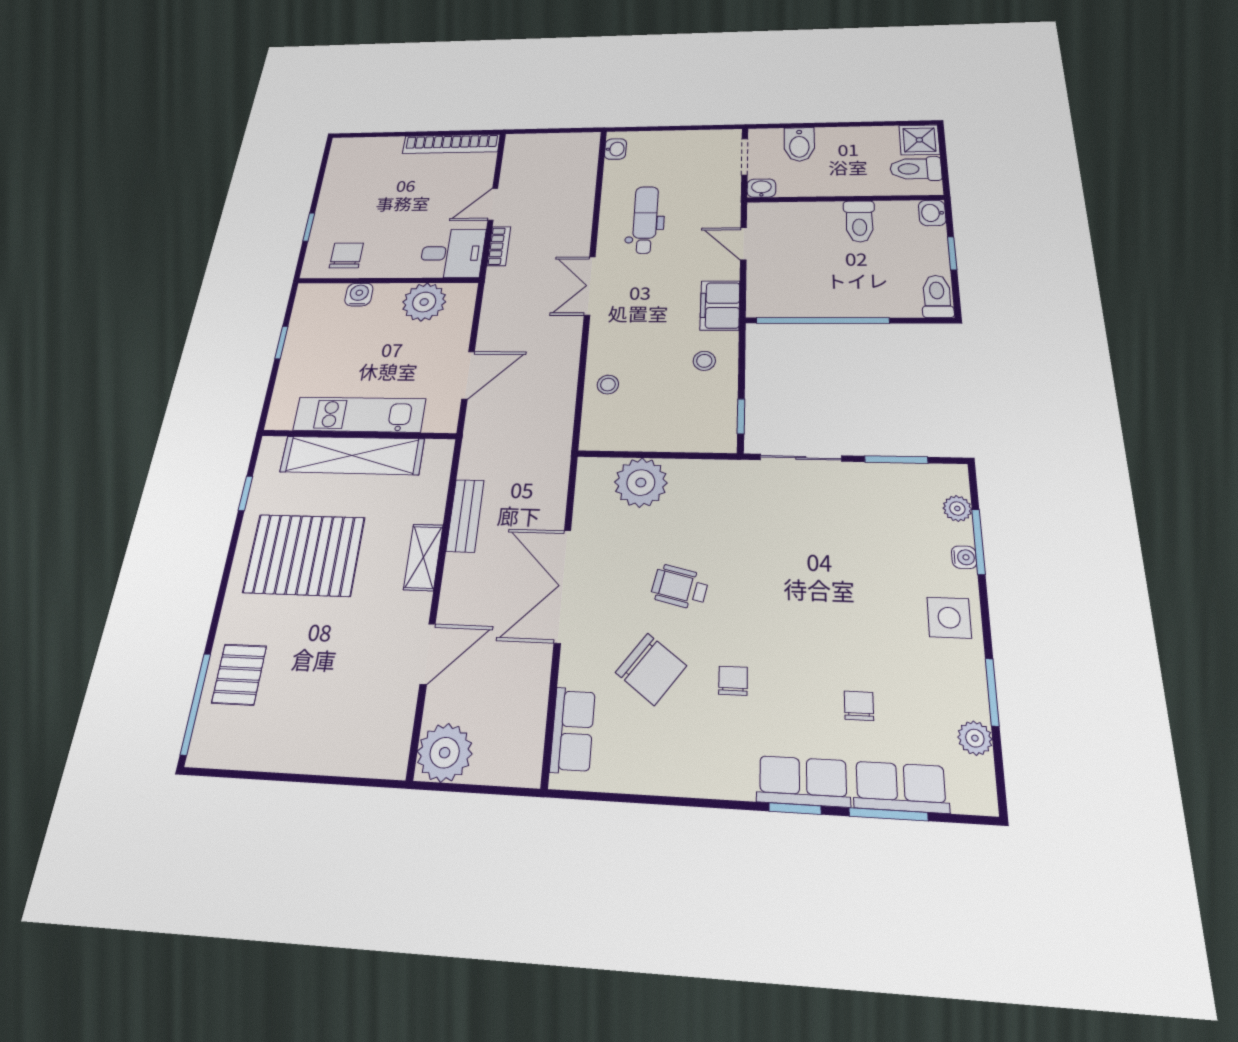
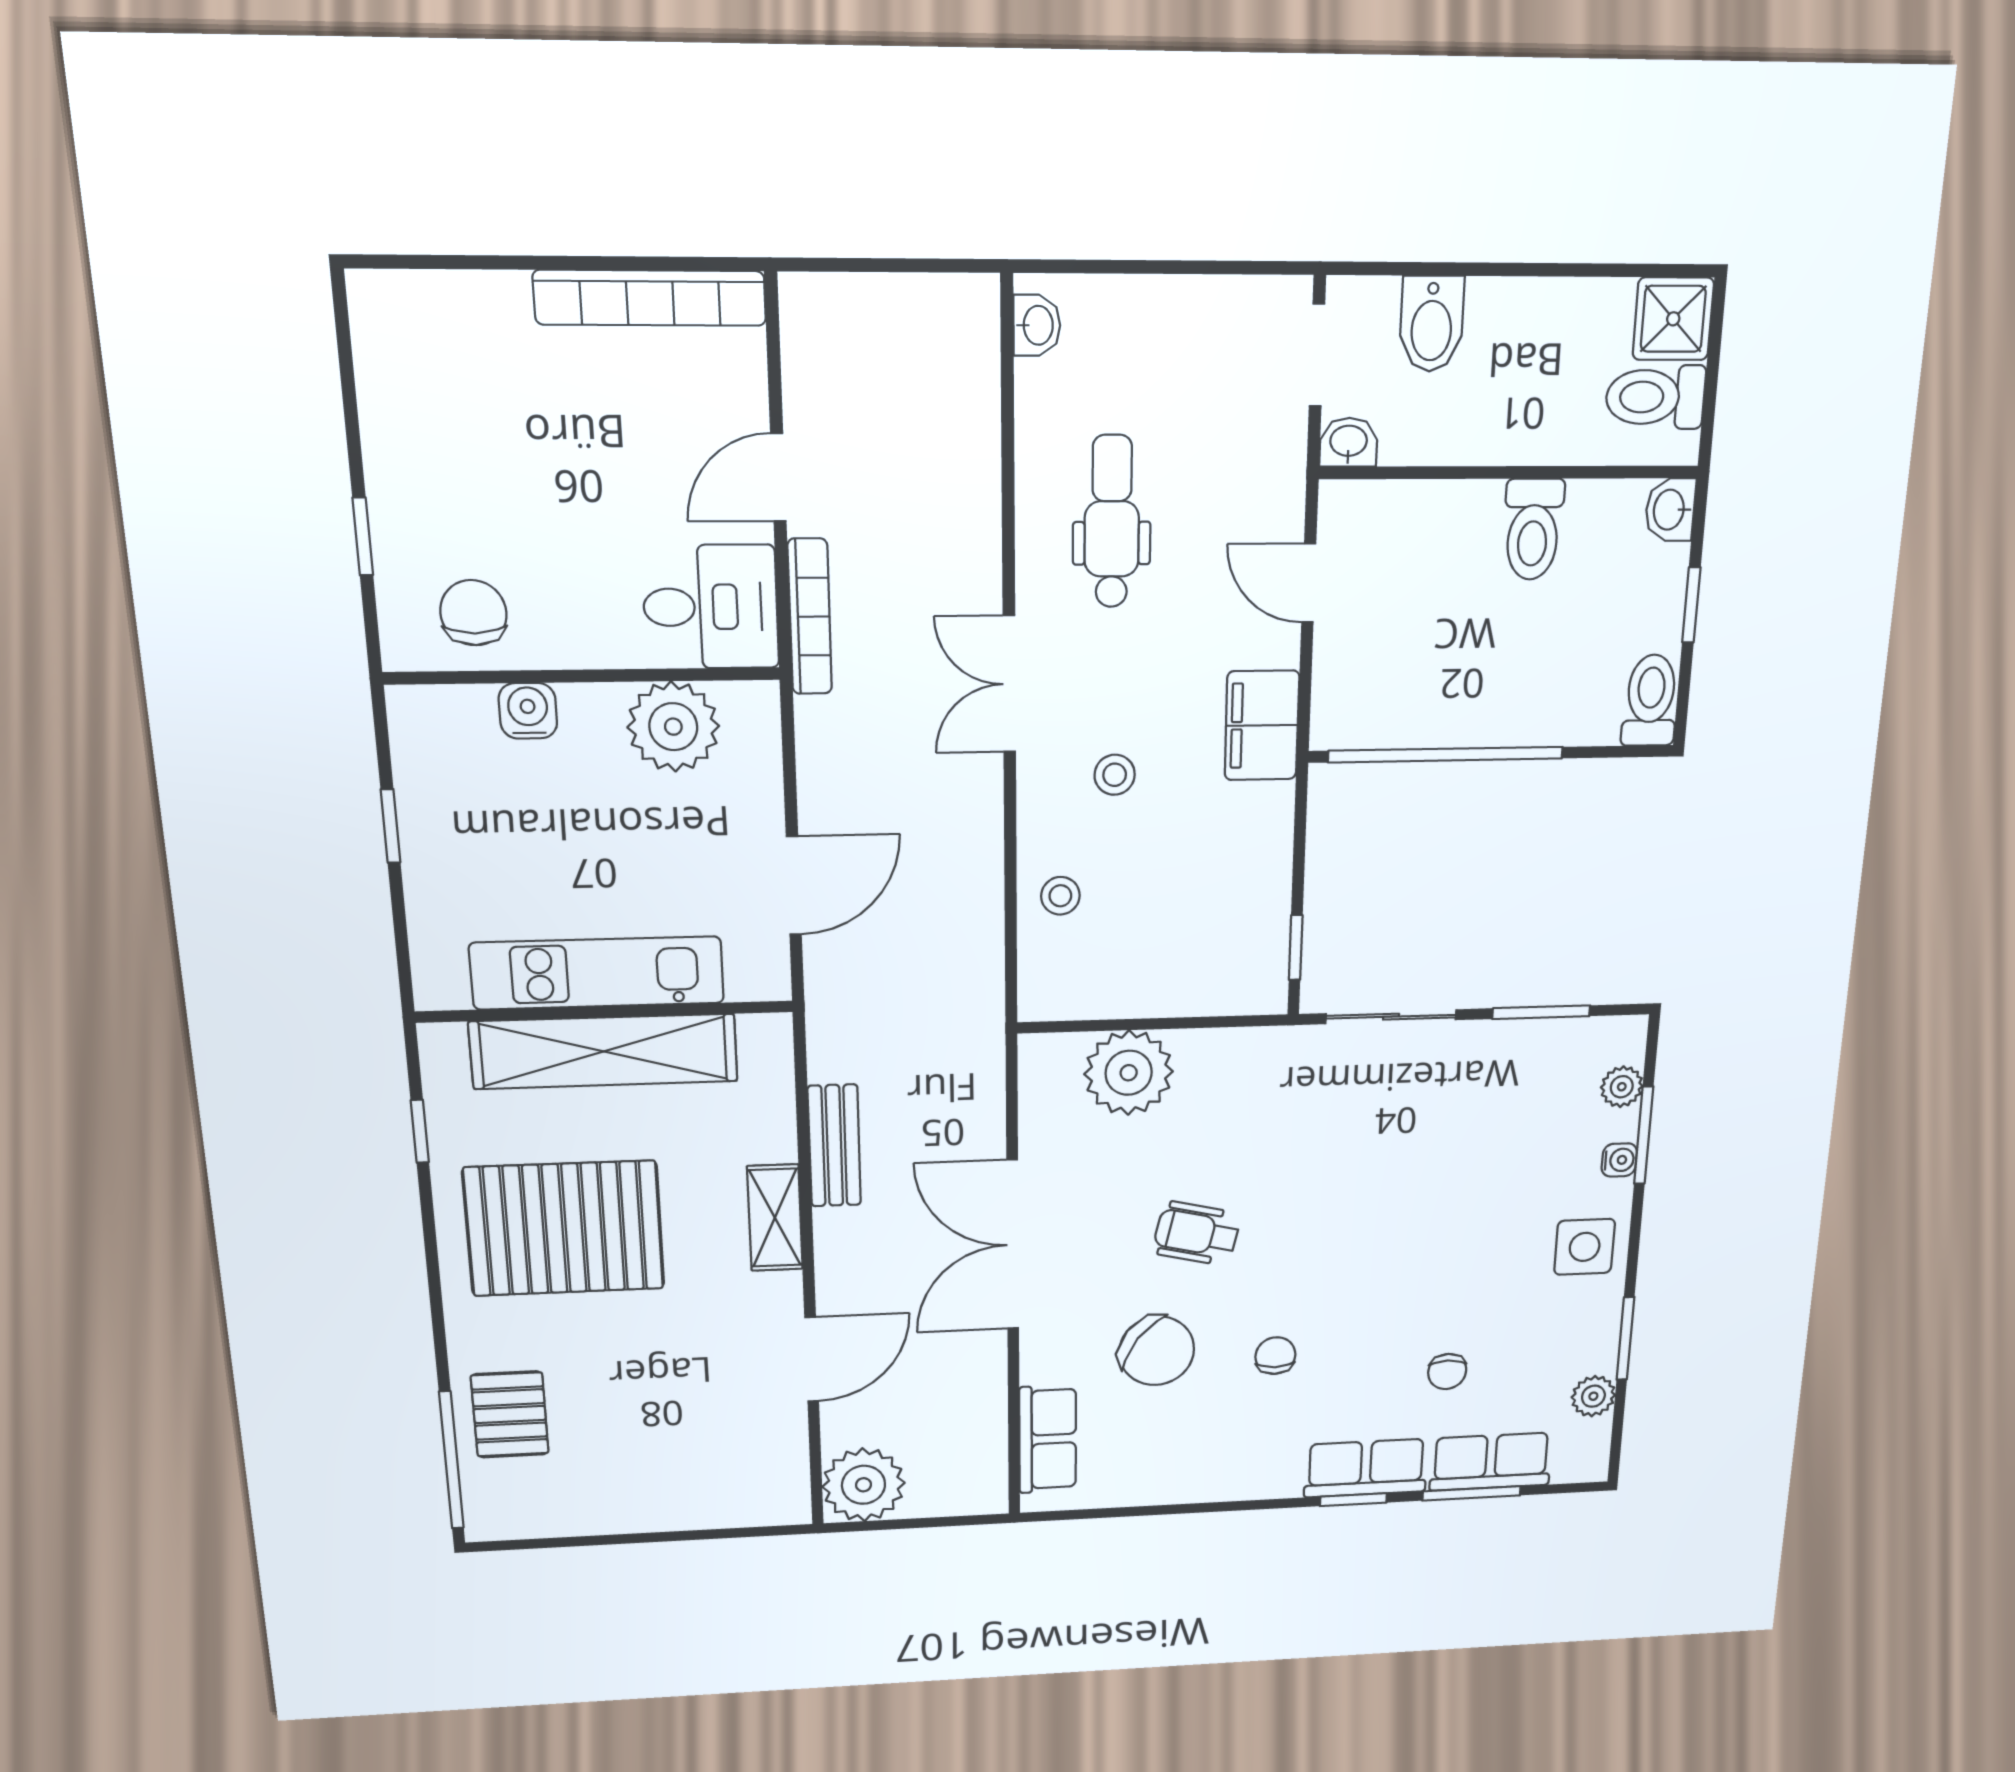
bookcase: (499, 246) -> (810, 617), width x1.56
stool: (704, 361) -> (1115, 775), moved
chair: (859, 706) -> (1447, 1372), turned 180

